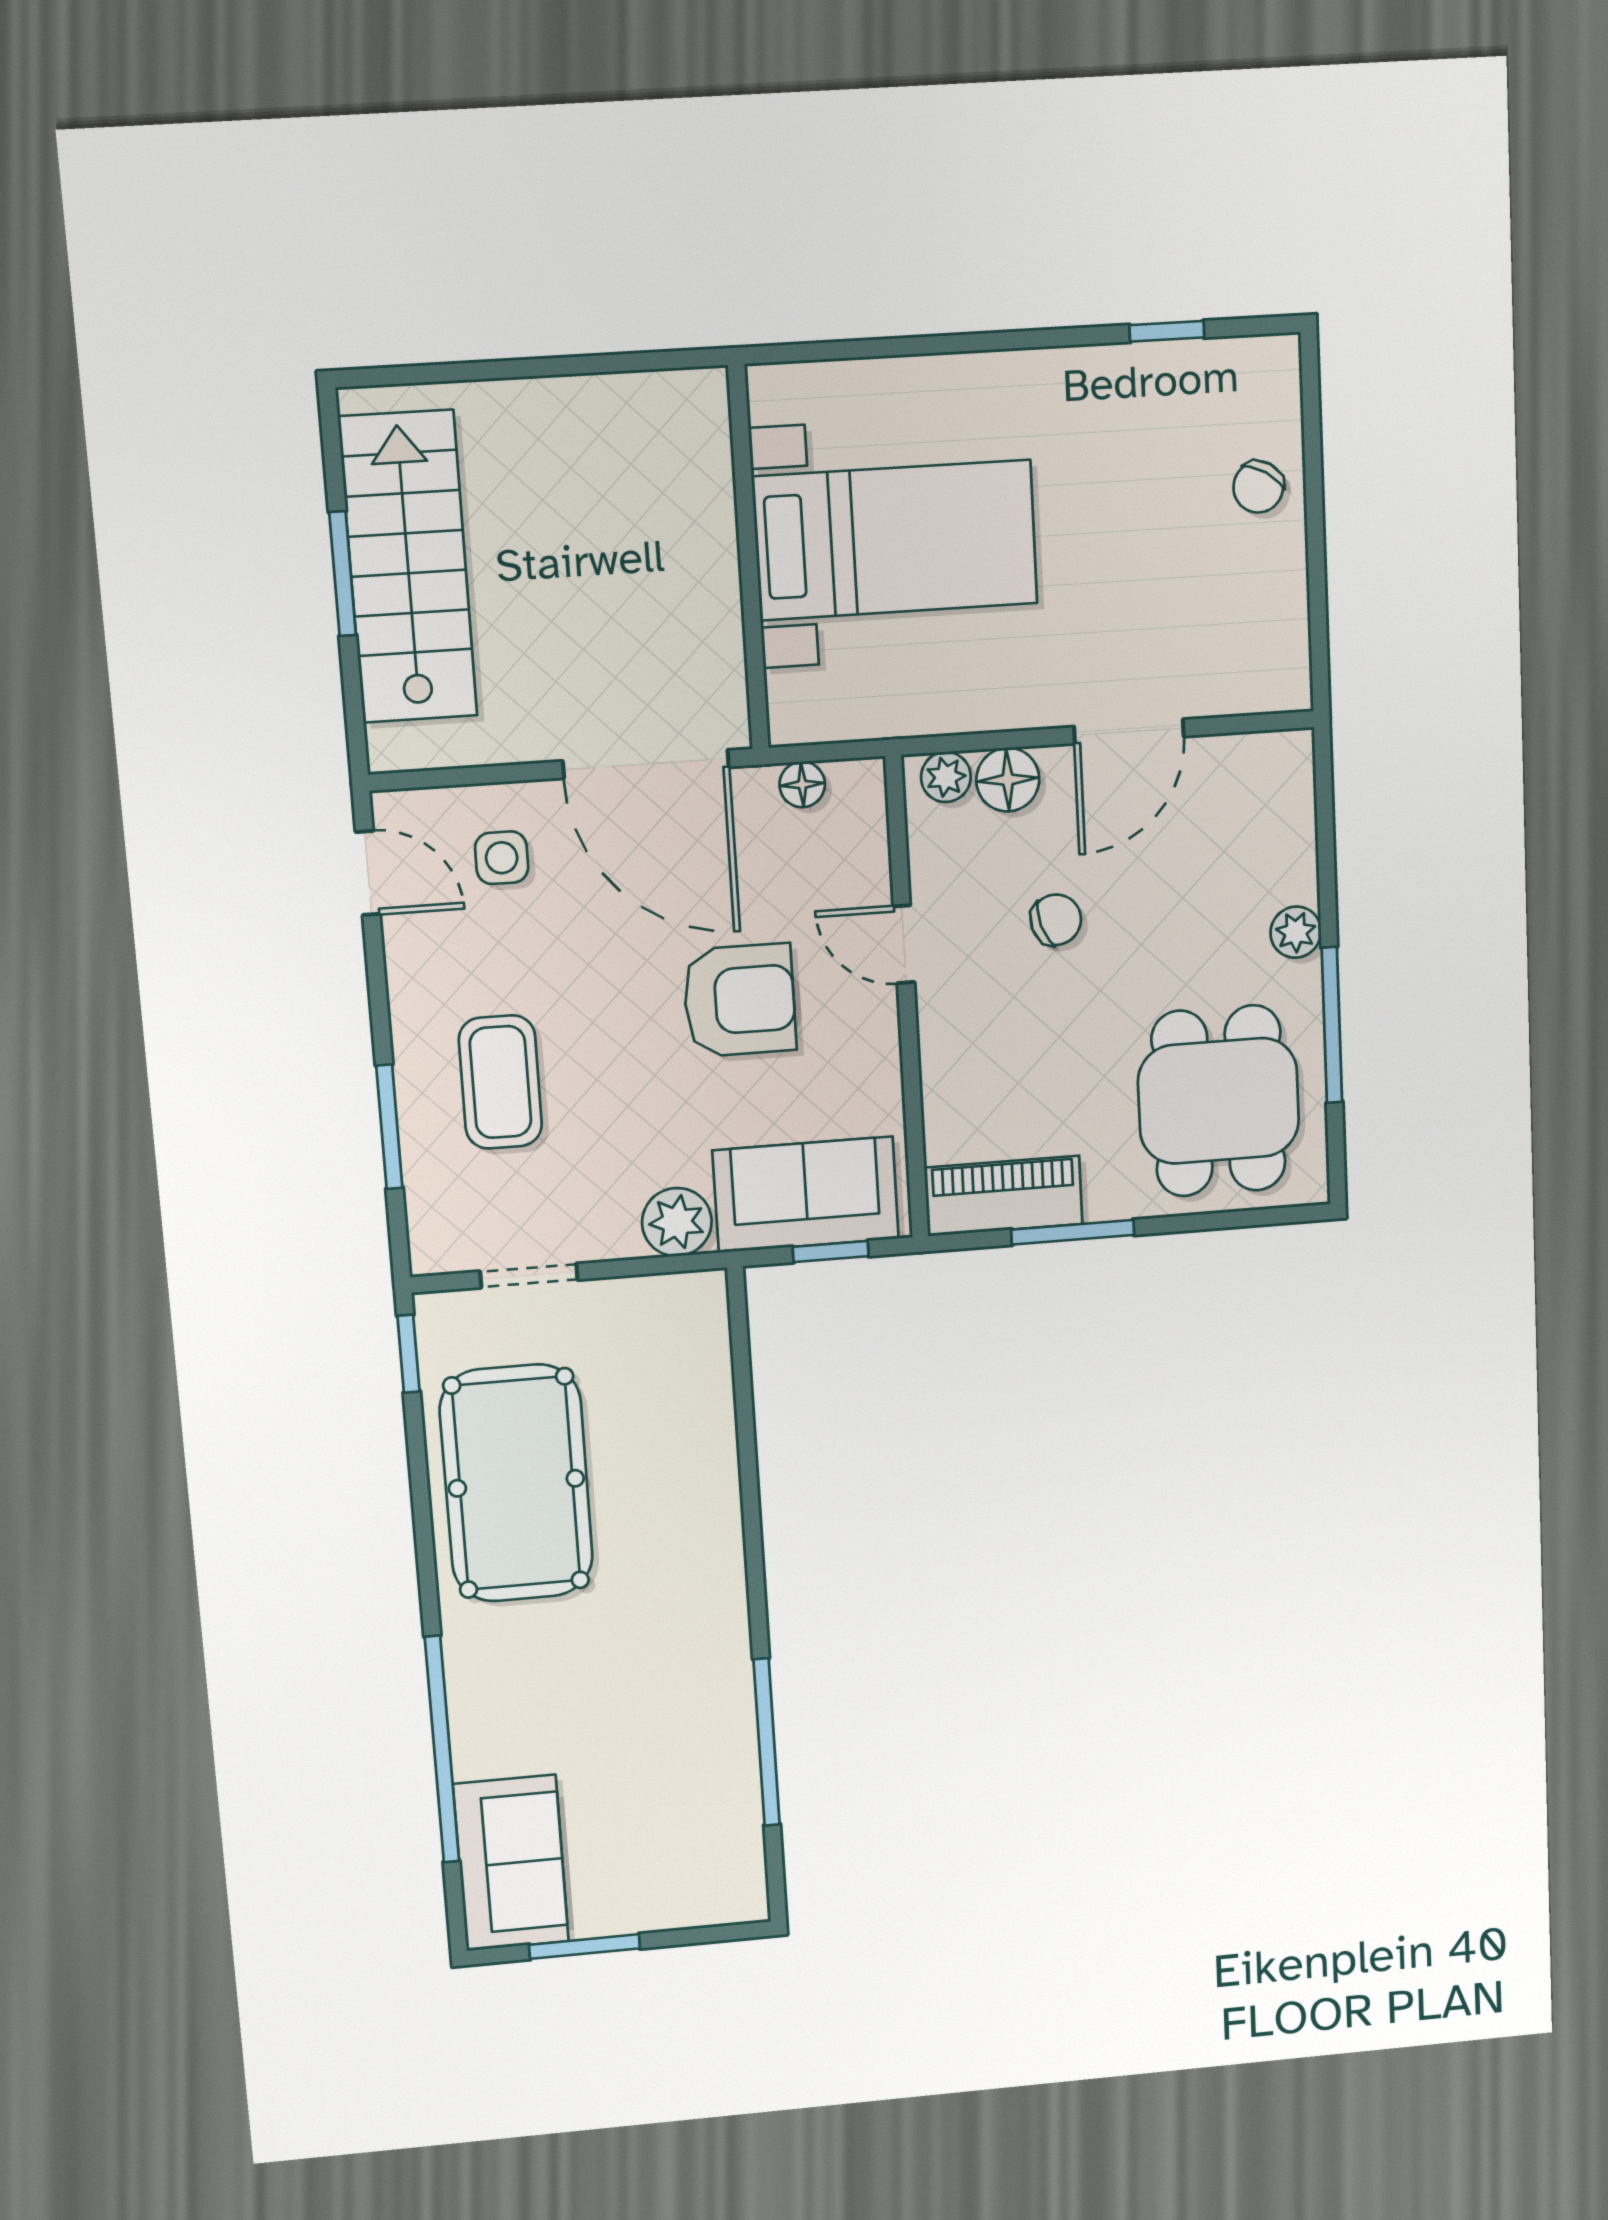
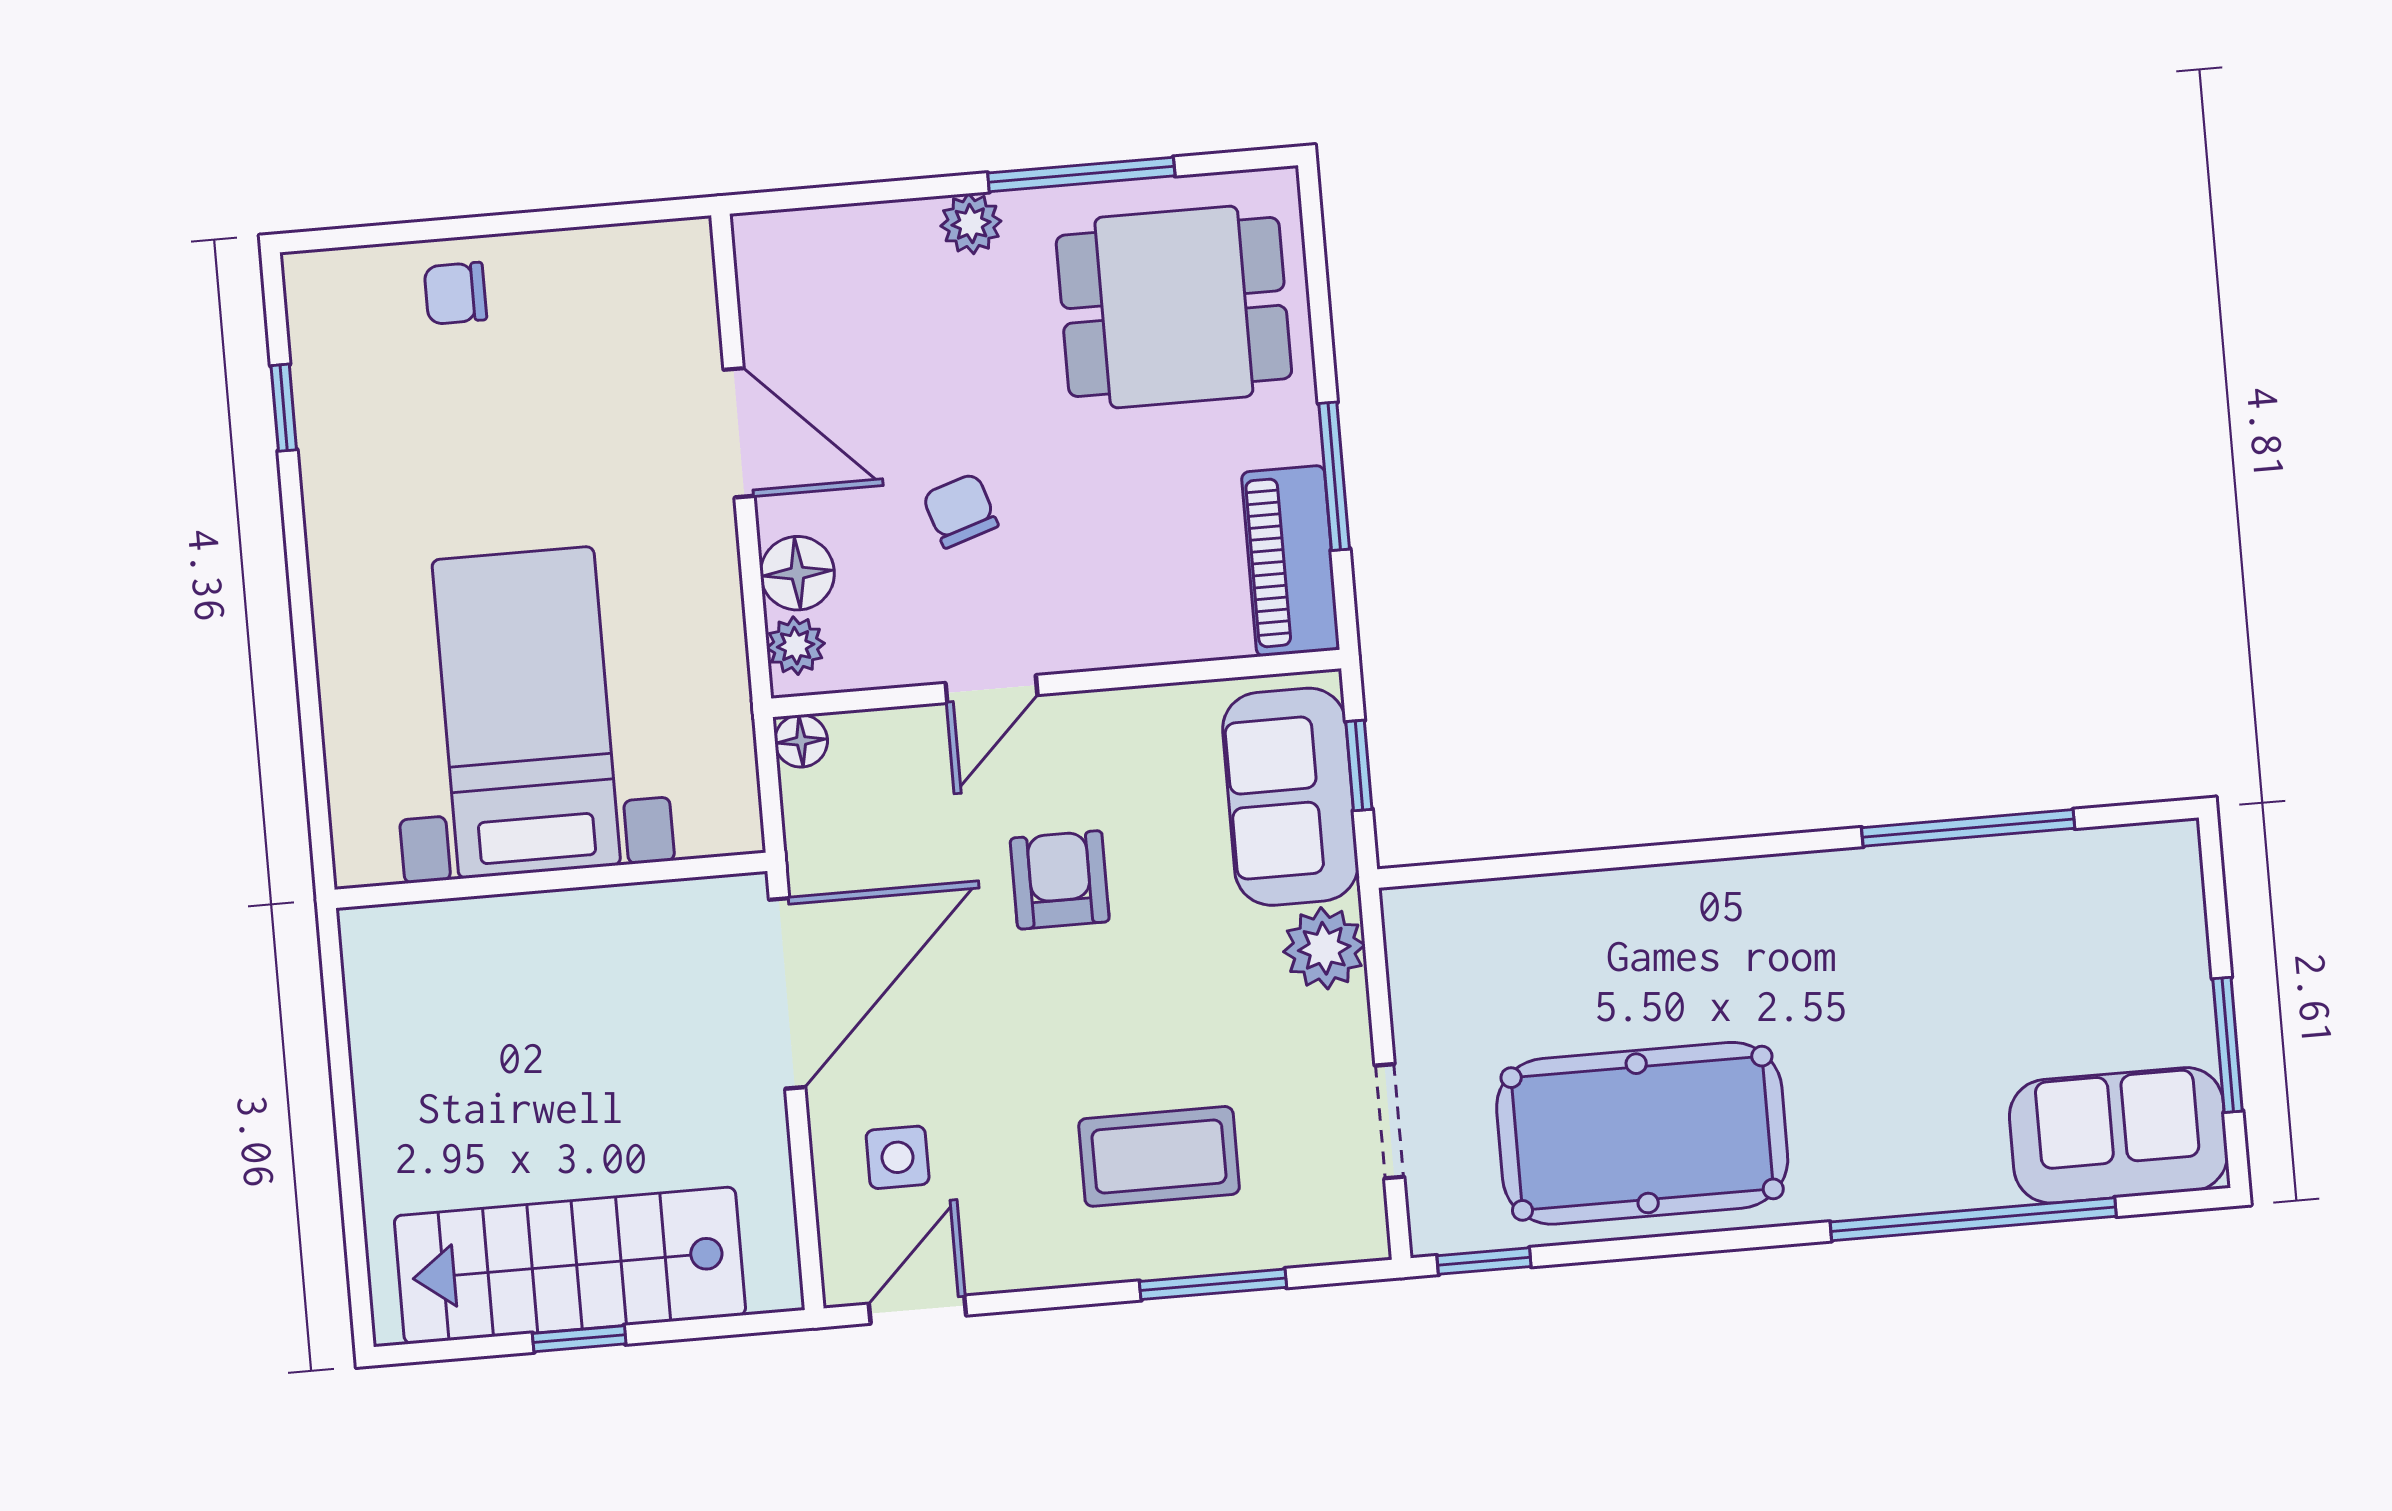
chair: (1258, 487) -> (455, 293), turned 149
window: (343, 574) -> (579, 1339), width x0.67
floor lamp: (802, 784) -> (801, 741), moved
armchair: (739, 1000) -> (1060, 880), width x0.72, depth x0.72

